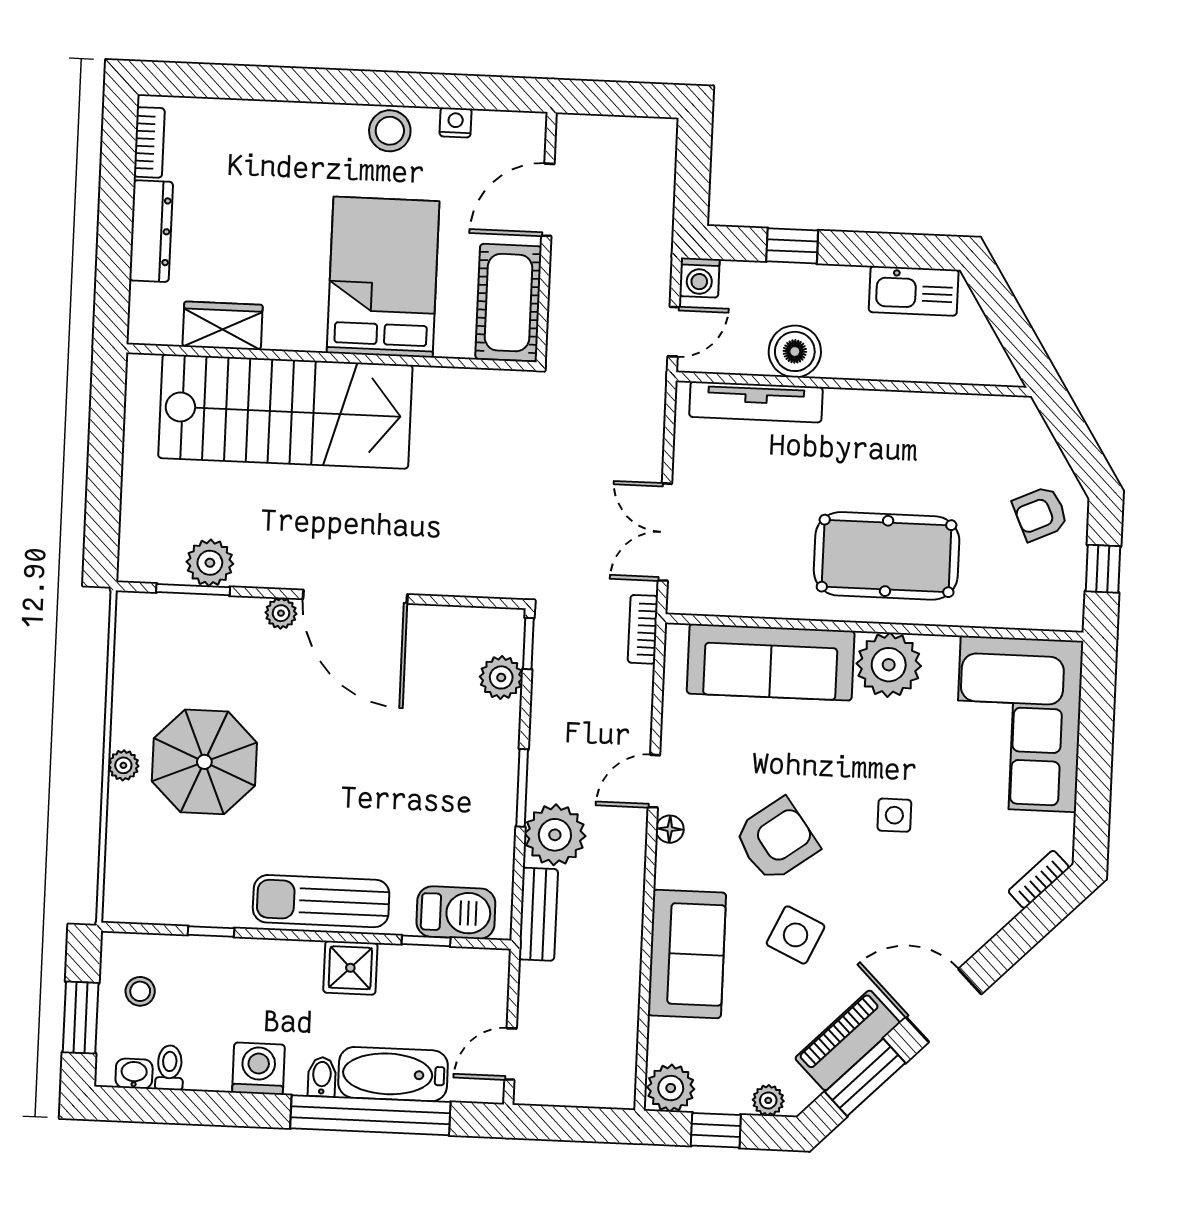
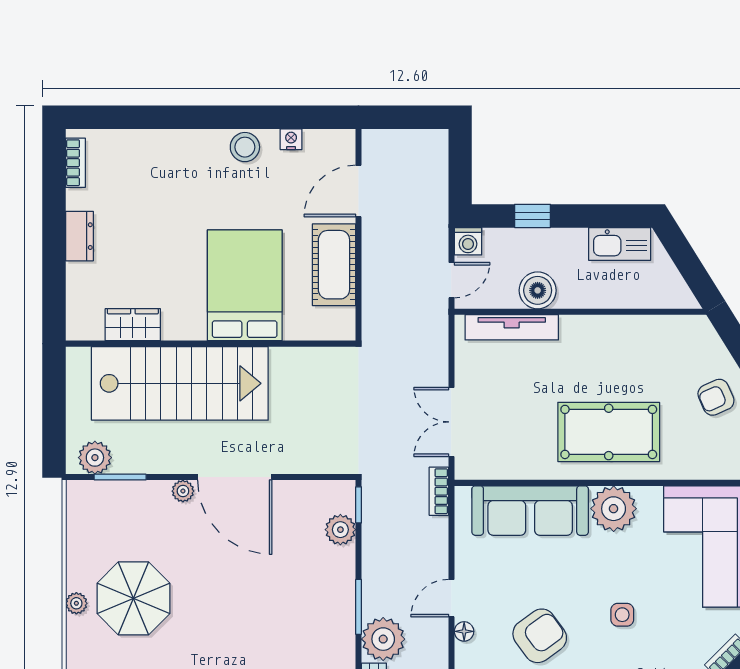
dresser: (151, 231) -> (79, 236), width x0.70
bed: (383, 277) -> (245, 285), moved
wardrobe: (223, 326) -> (133, 325), moved
wall: (331, 357) -> (211, 344), moved
stairs: (285, 412) -> (180, 383), moved
plant: (210, 563) -> (95, 458), moved

